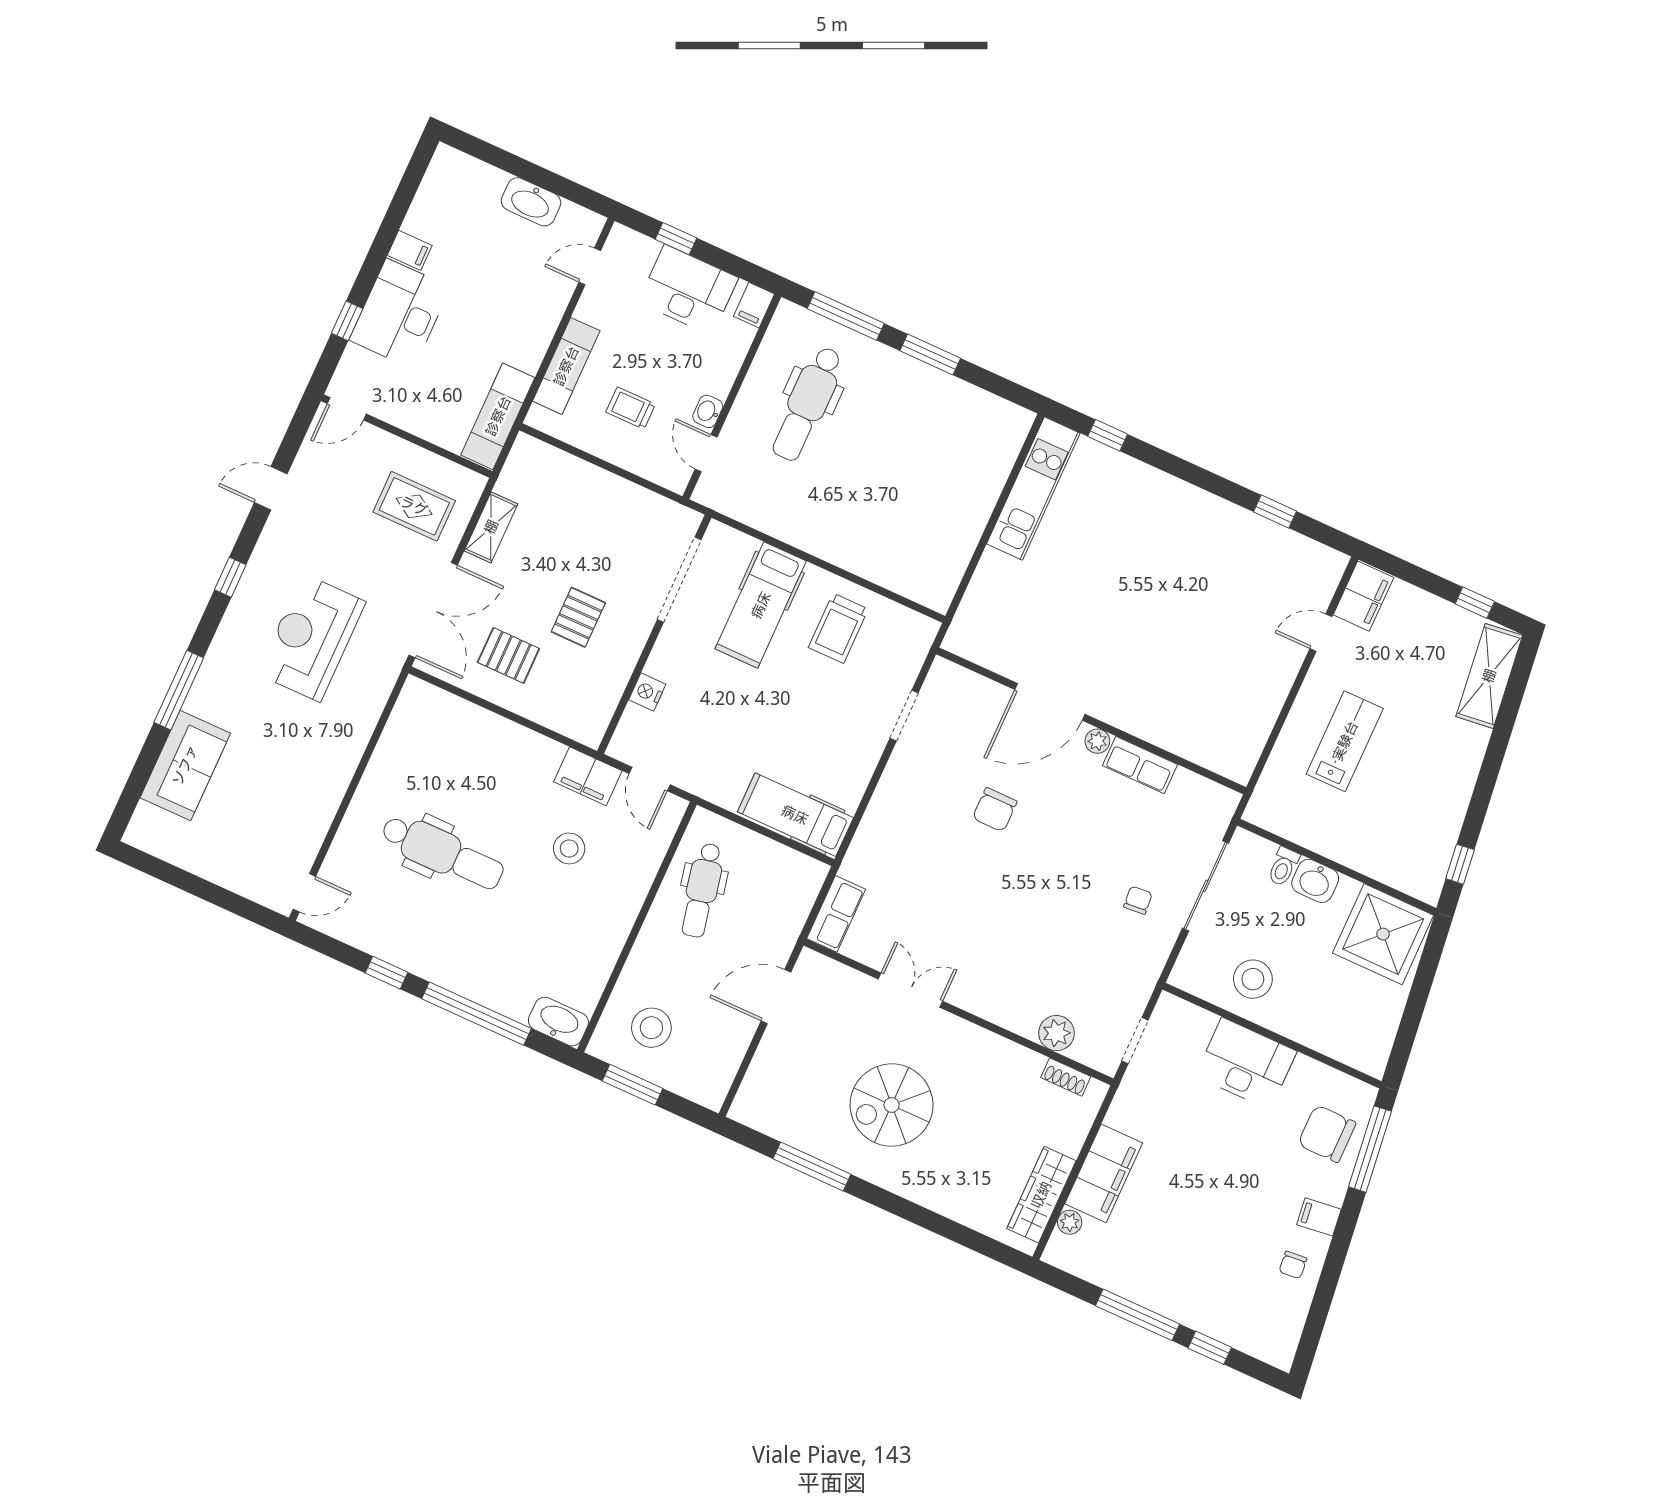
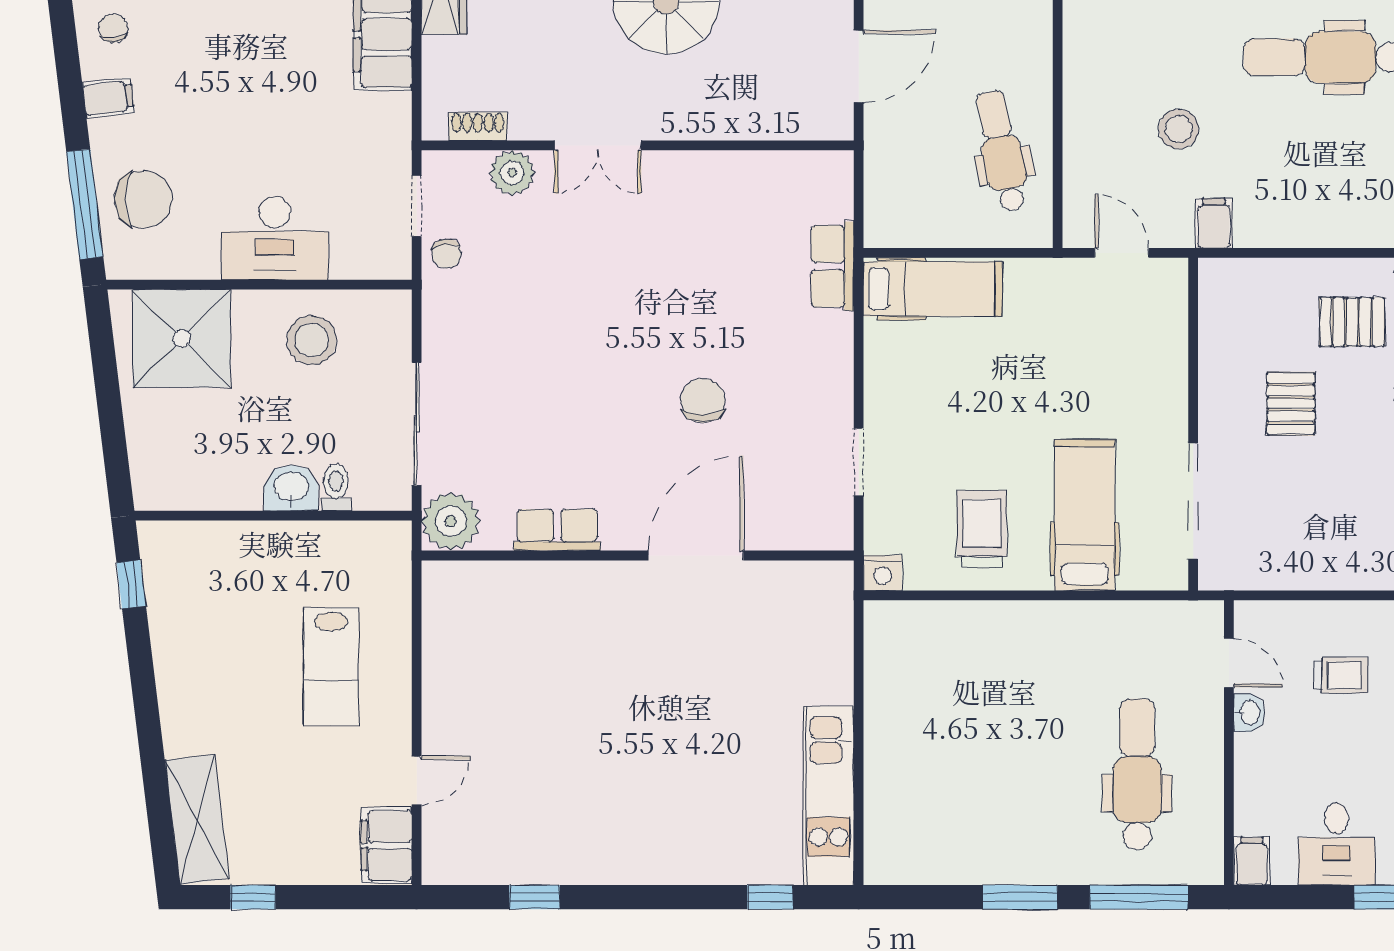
desk: (688, 290) -> (1337, 844), width x0.73
nightstand: (647, 692) -> (883, 573), moved, turned 90
plant: (1097, 741) -> (451, 521), moved, width x1.88, depth x1.88
filing cabinet: (588, 776) -> (1214, 223), width x0.50
chair: (1138, 900) -> (446, 254), moved
row of seats: (836, 914) -> (832, 266), moved
shower: (1383, 934) -> (182, 338), moved
double door: (910, 990) -> (598, 145), moved

